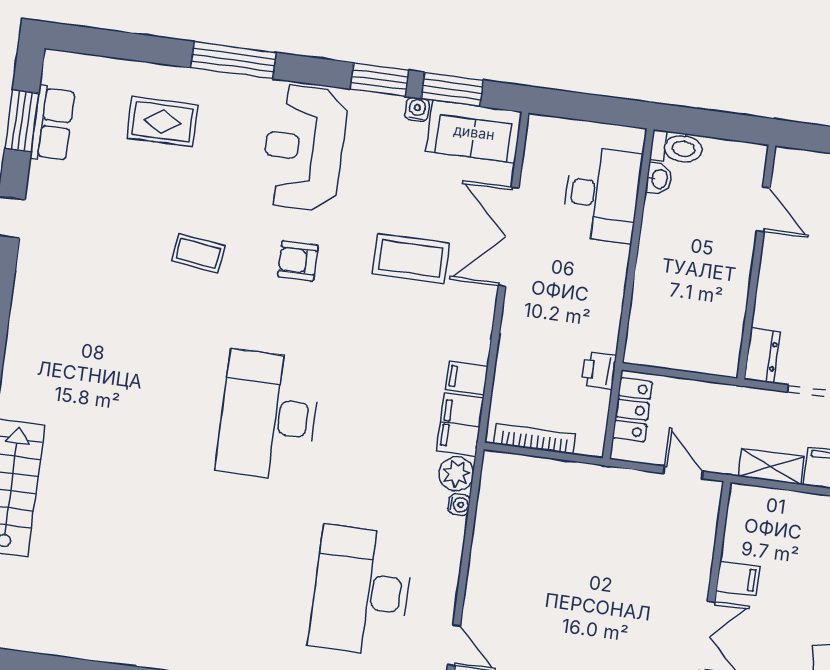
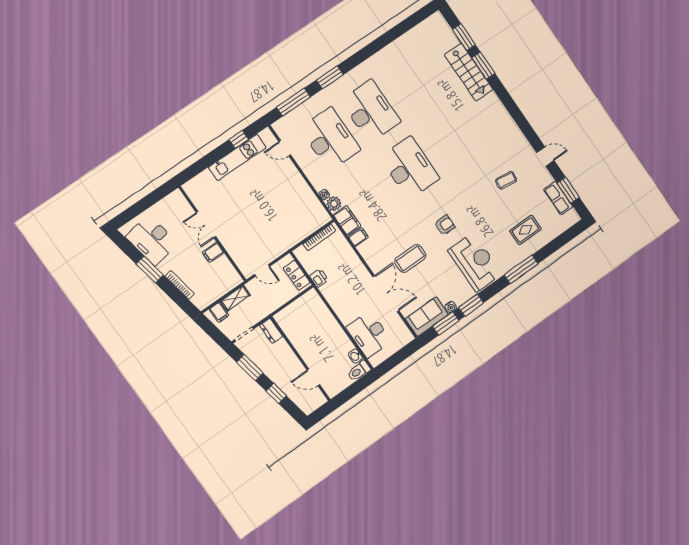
coffee table: (198, 253) -> (506, 180), moved
desk: (247, 575) -> (370, 111), added

